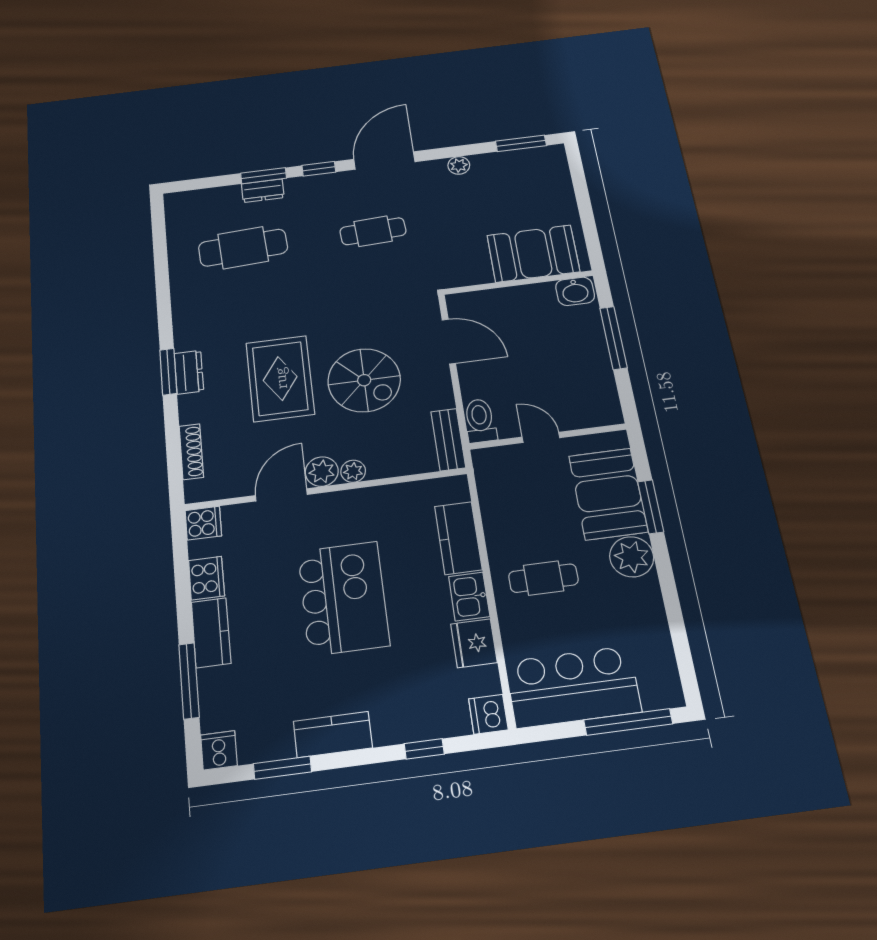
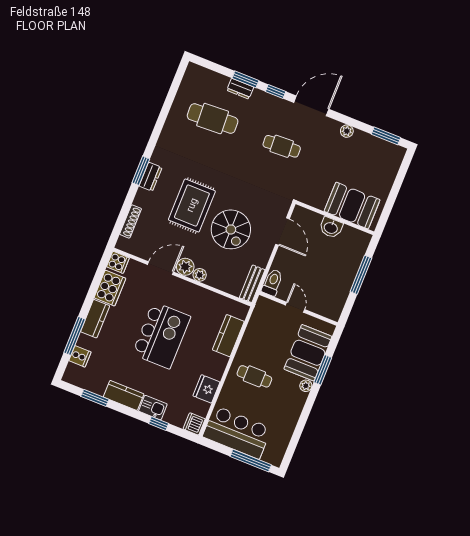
washbasin: (575, 291) -> (331, 228), moved
plant: (632, 557) -> (306, 386), width x0.53, depth x0.53
cooker: (206, 578) -> (110, 288), width x1.37, depth x1.31
kitchen sink: (469, 596) -> (153, 408), moved, turned 90
cooker: (219, 750) -> (80, 356), moved, turned 90

